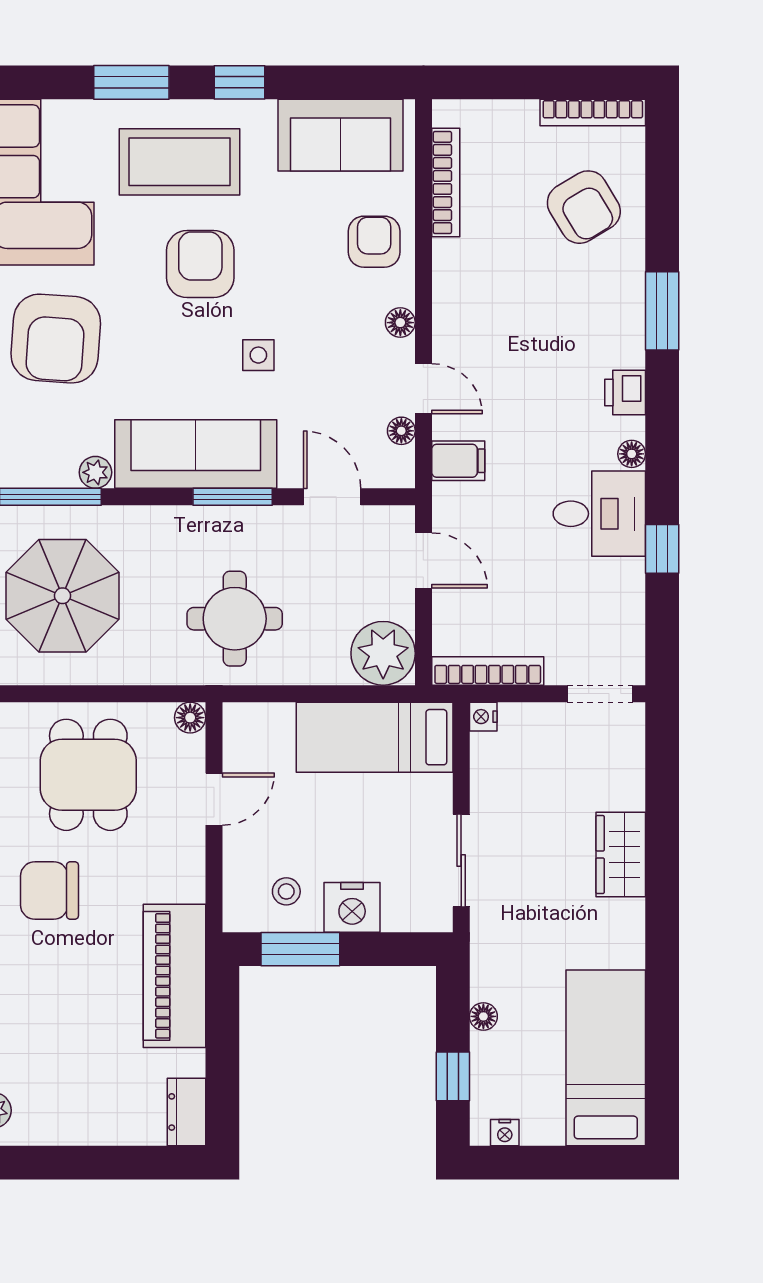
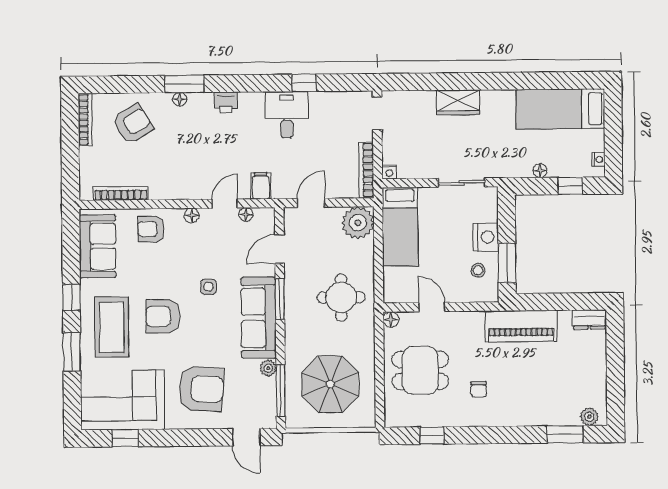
floor lamp: (632, 454) -> (180, 99), moved
chair: (49, 891) -> (479, 389), width x0.54, depth x0.54

